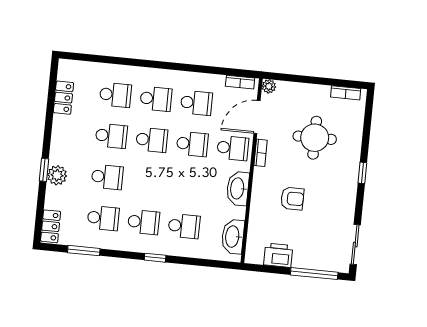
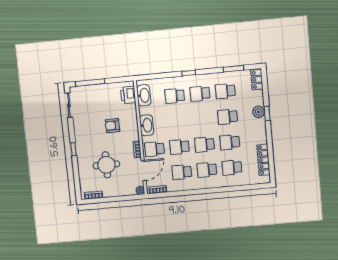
locker: (63, 98) -> (263, 160), width x1.53
printer: (278, 255) -> (128, 95), moved, turned 90

